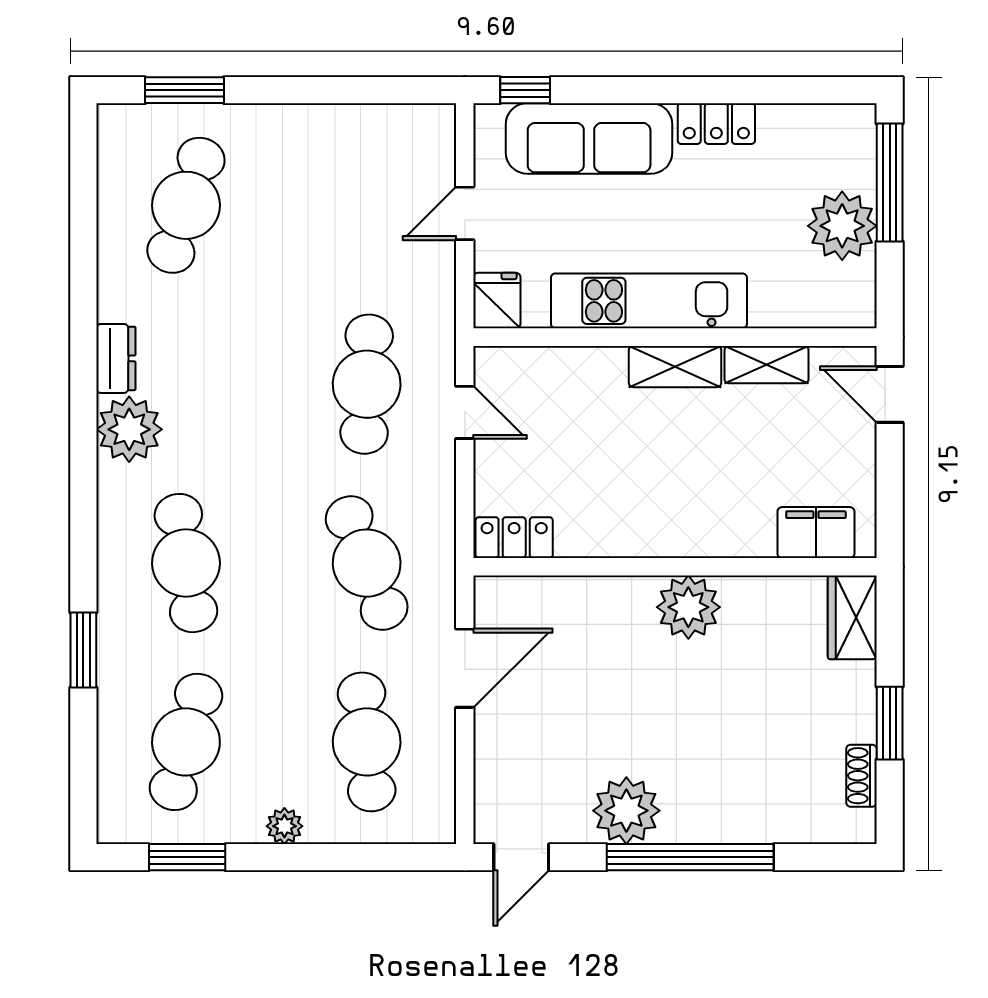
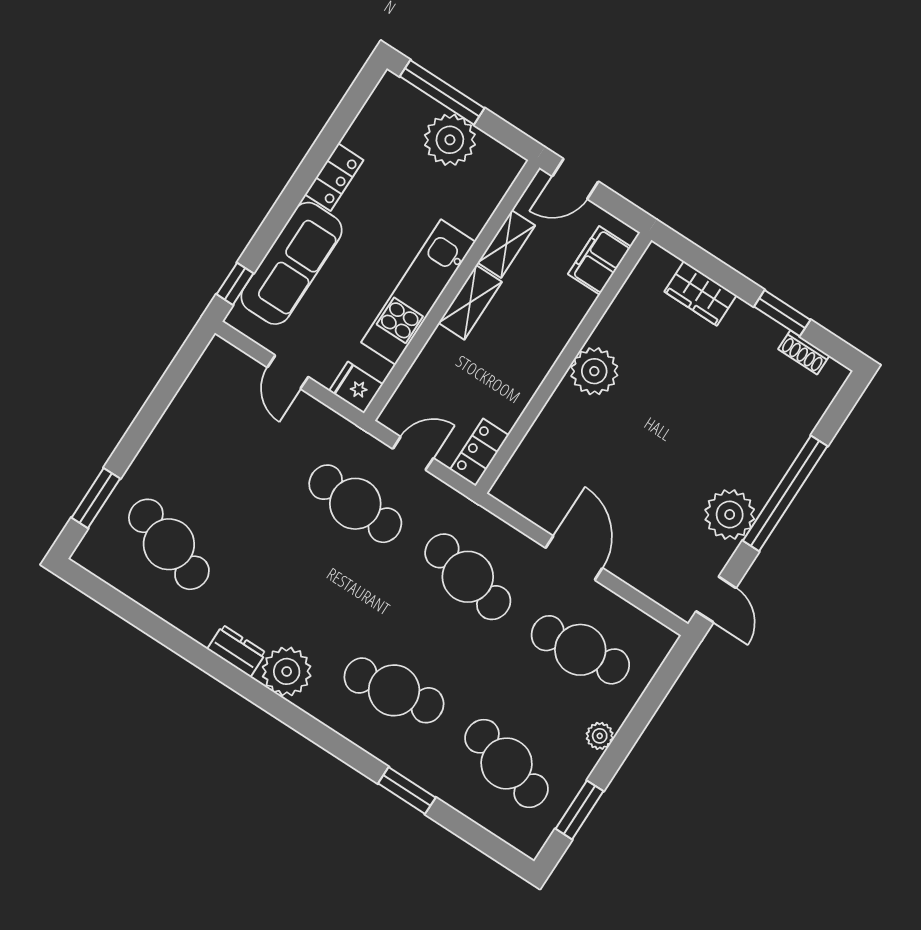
filing cabinet: (816, 533) -> (599, 260), moved
locker: (514, 538) -> (479, 452), moved
cafe table: (367, 563) -> (468, 577), turned 33
wall: (675, 567) -> (563, 363), moved
plant: (688, 607) -> (594, 371), moved

